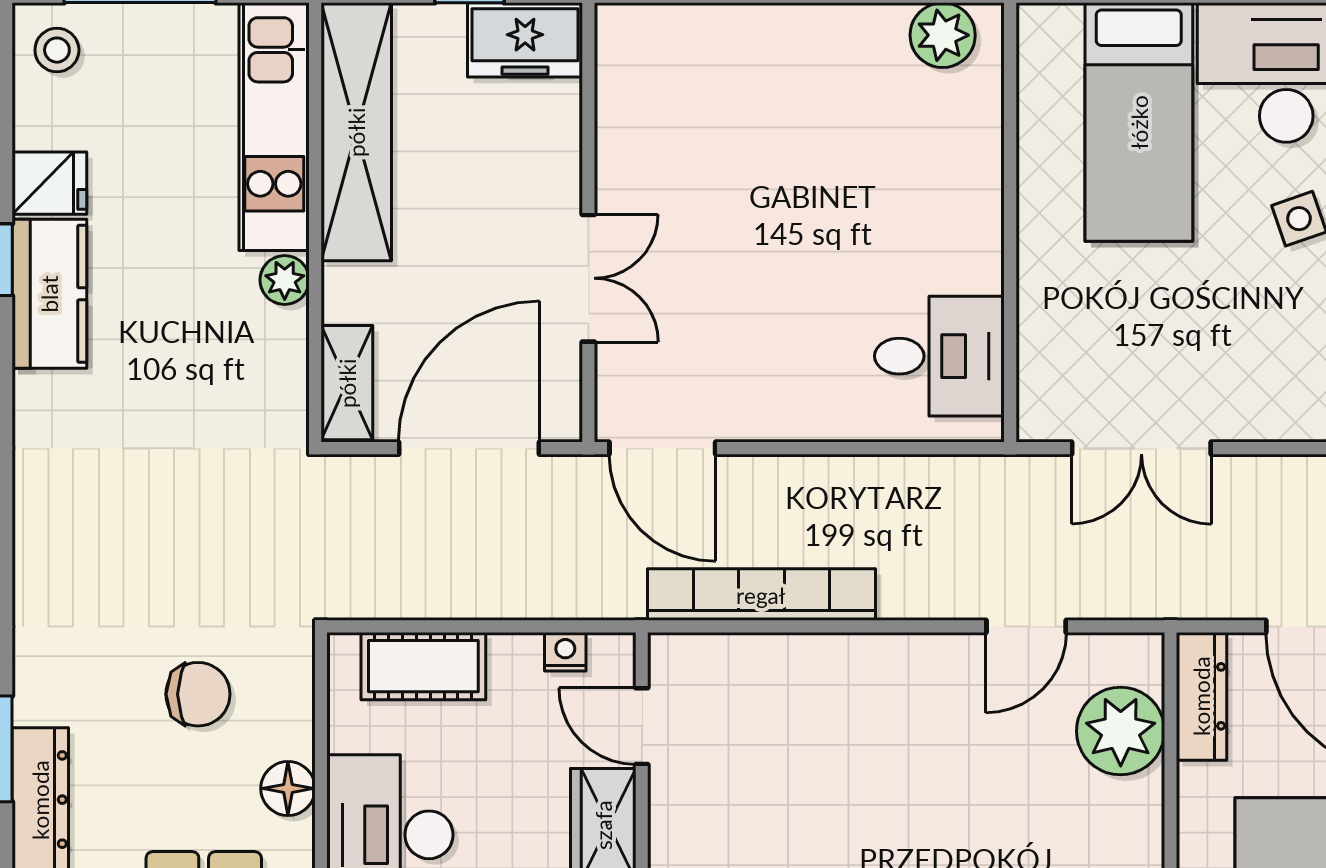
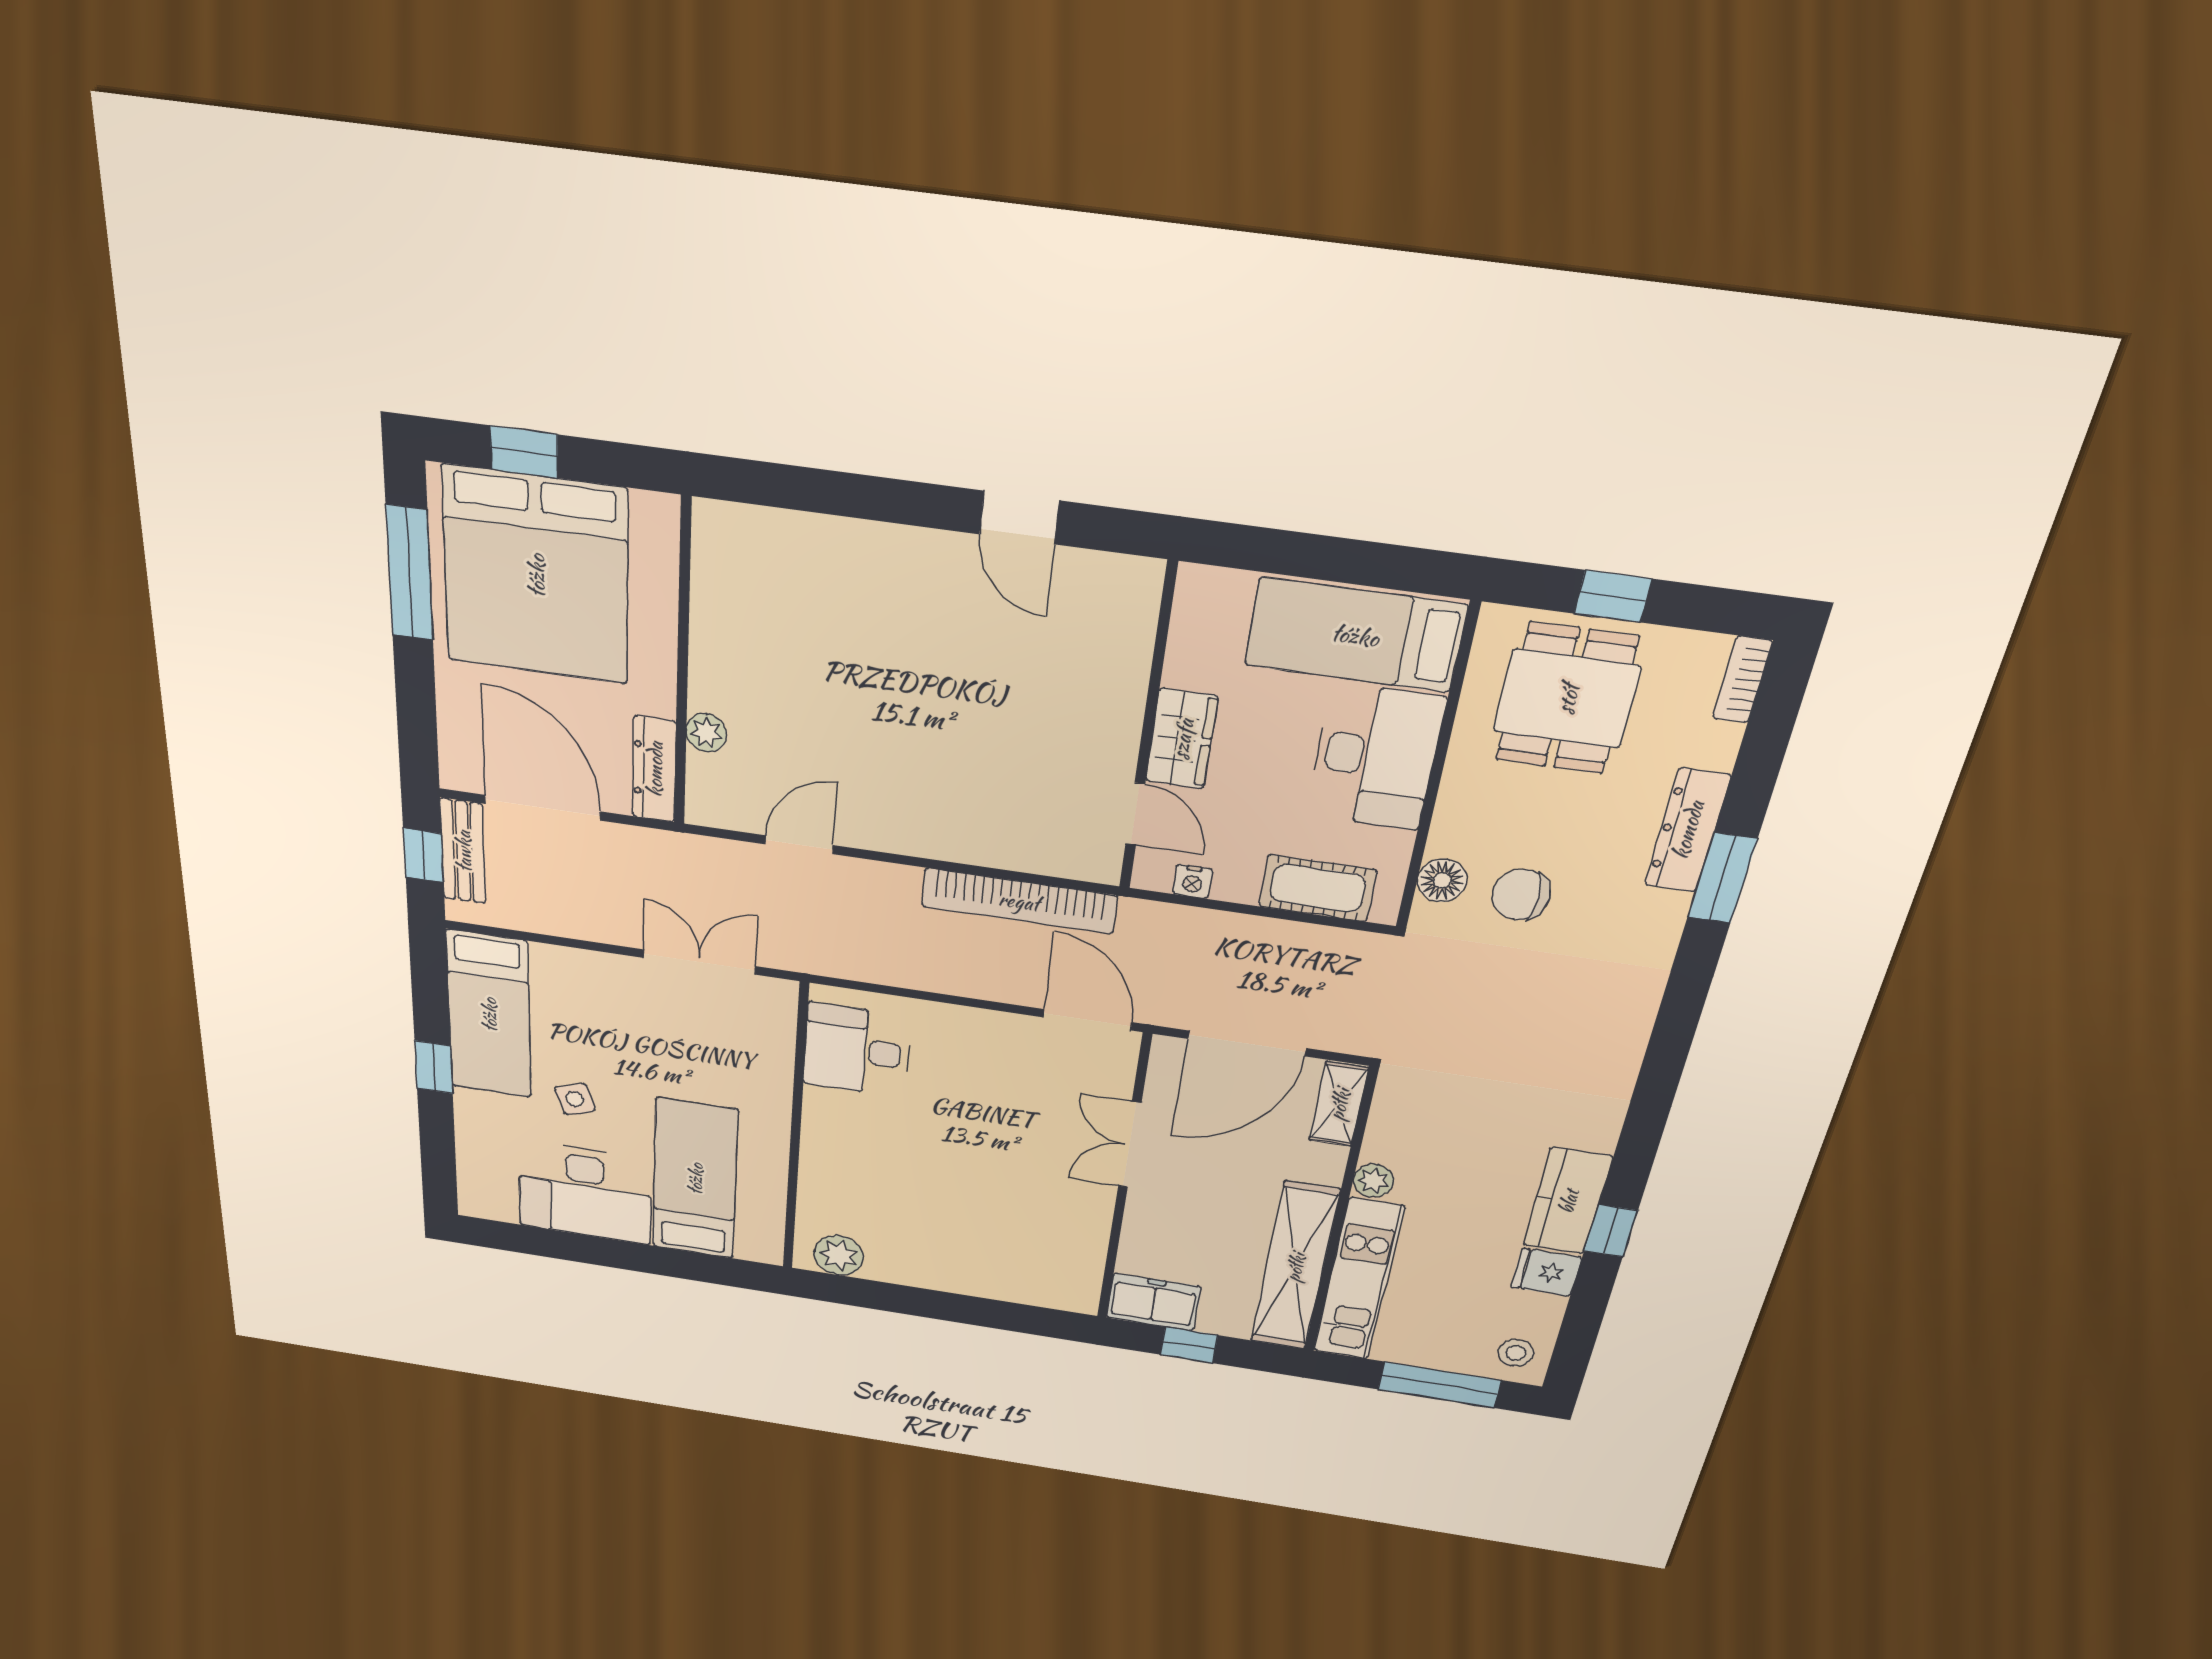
plant: (1121, 731) -> (706, 733), width x0.53, depth x0.53
floor lamp: (288, 788) -> (1442, 880), moved

